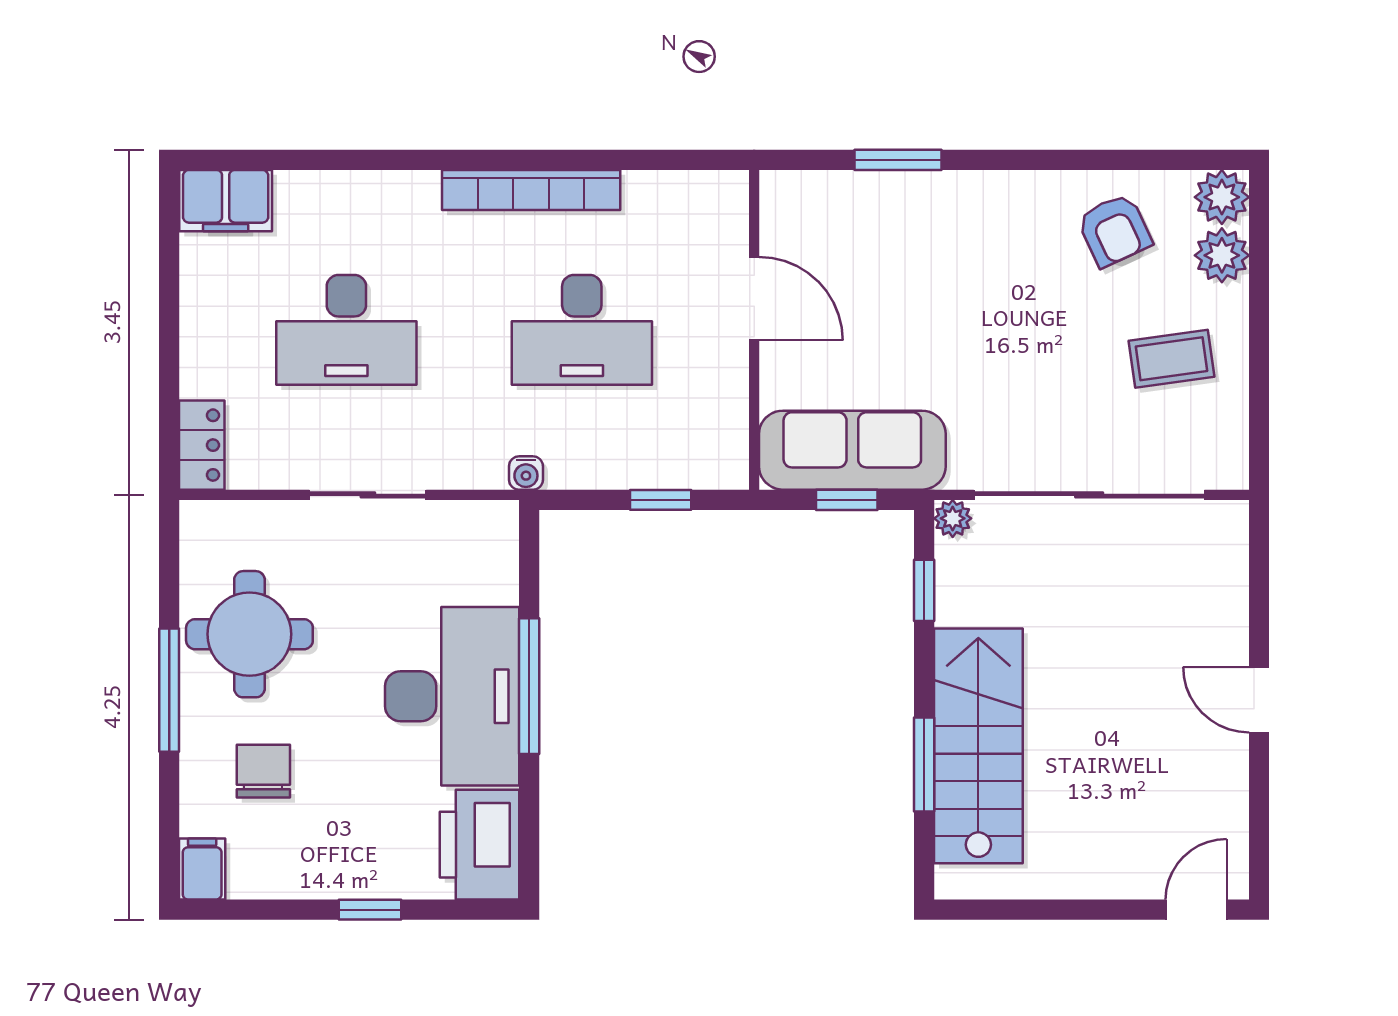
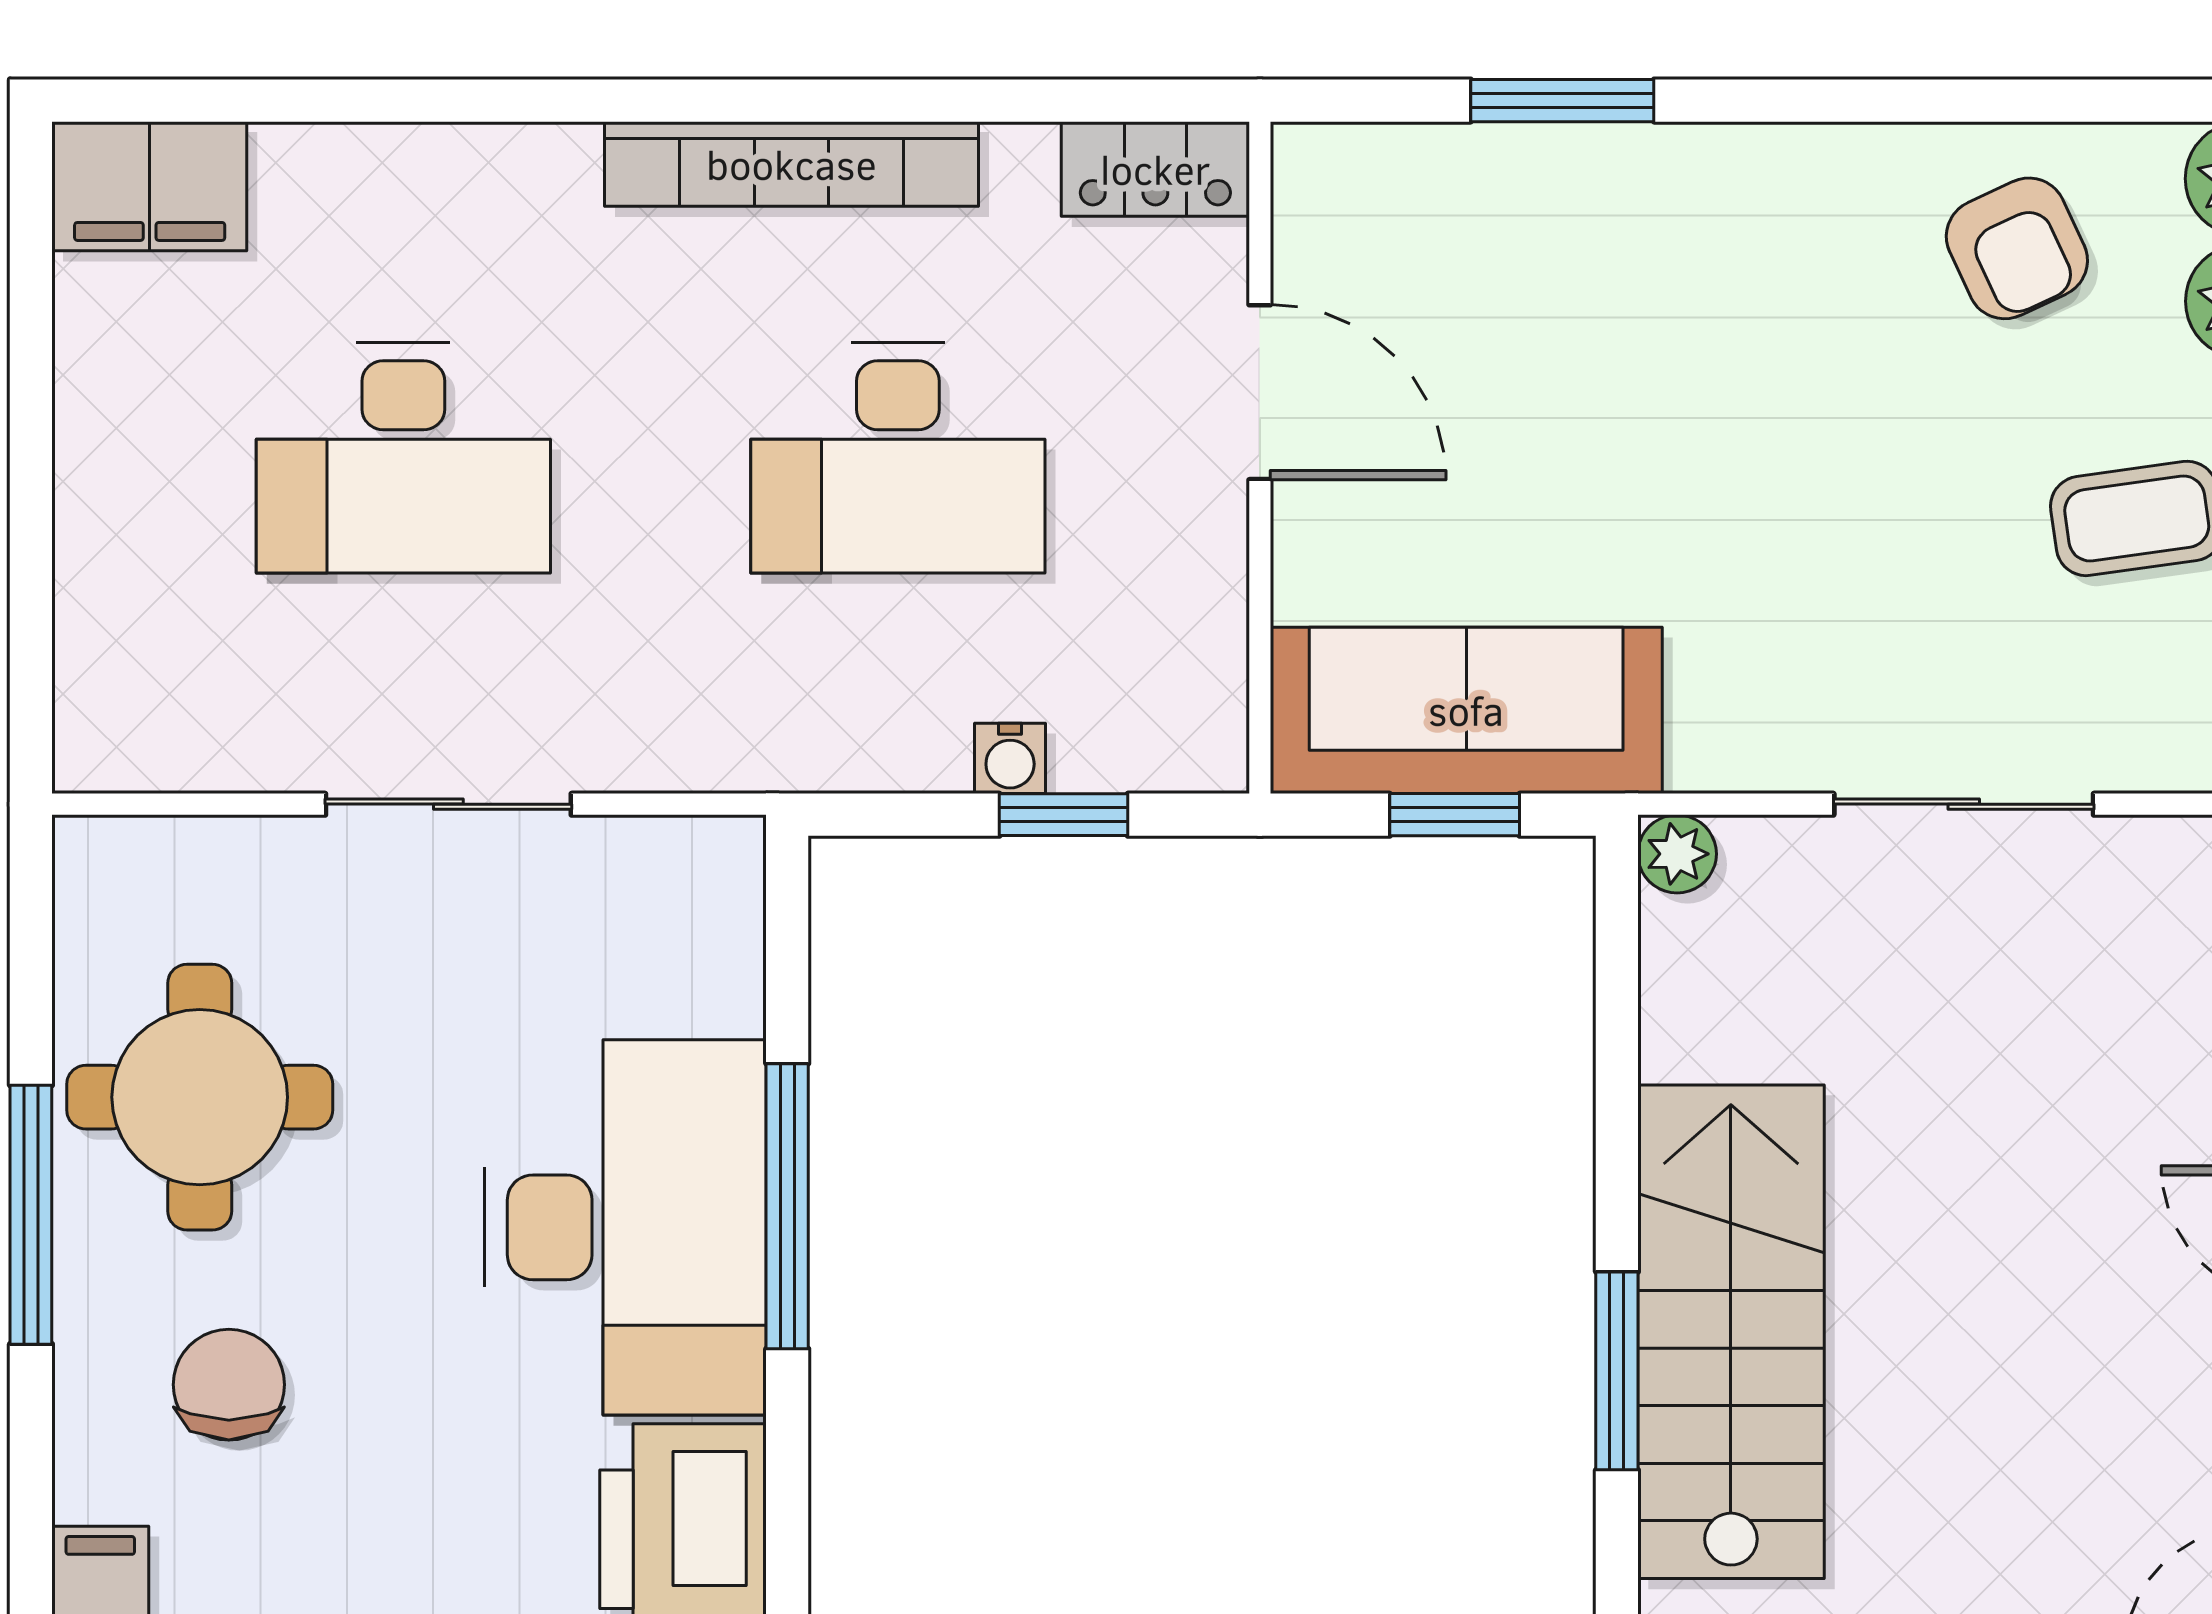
locker: (202, 445) -> (1155, 169), moved, turned 90
water cooler: (526, 473) -> (1010, 758), moved
sliding door: (1089, 495) -> (1964, 804), width x0.54
window: (924, 590) -> (1617, 1005), removed

